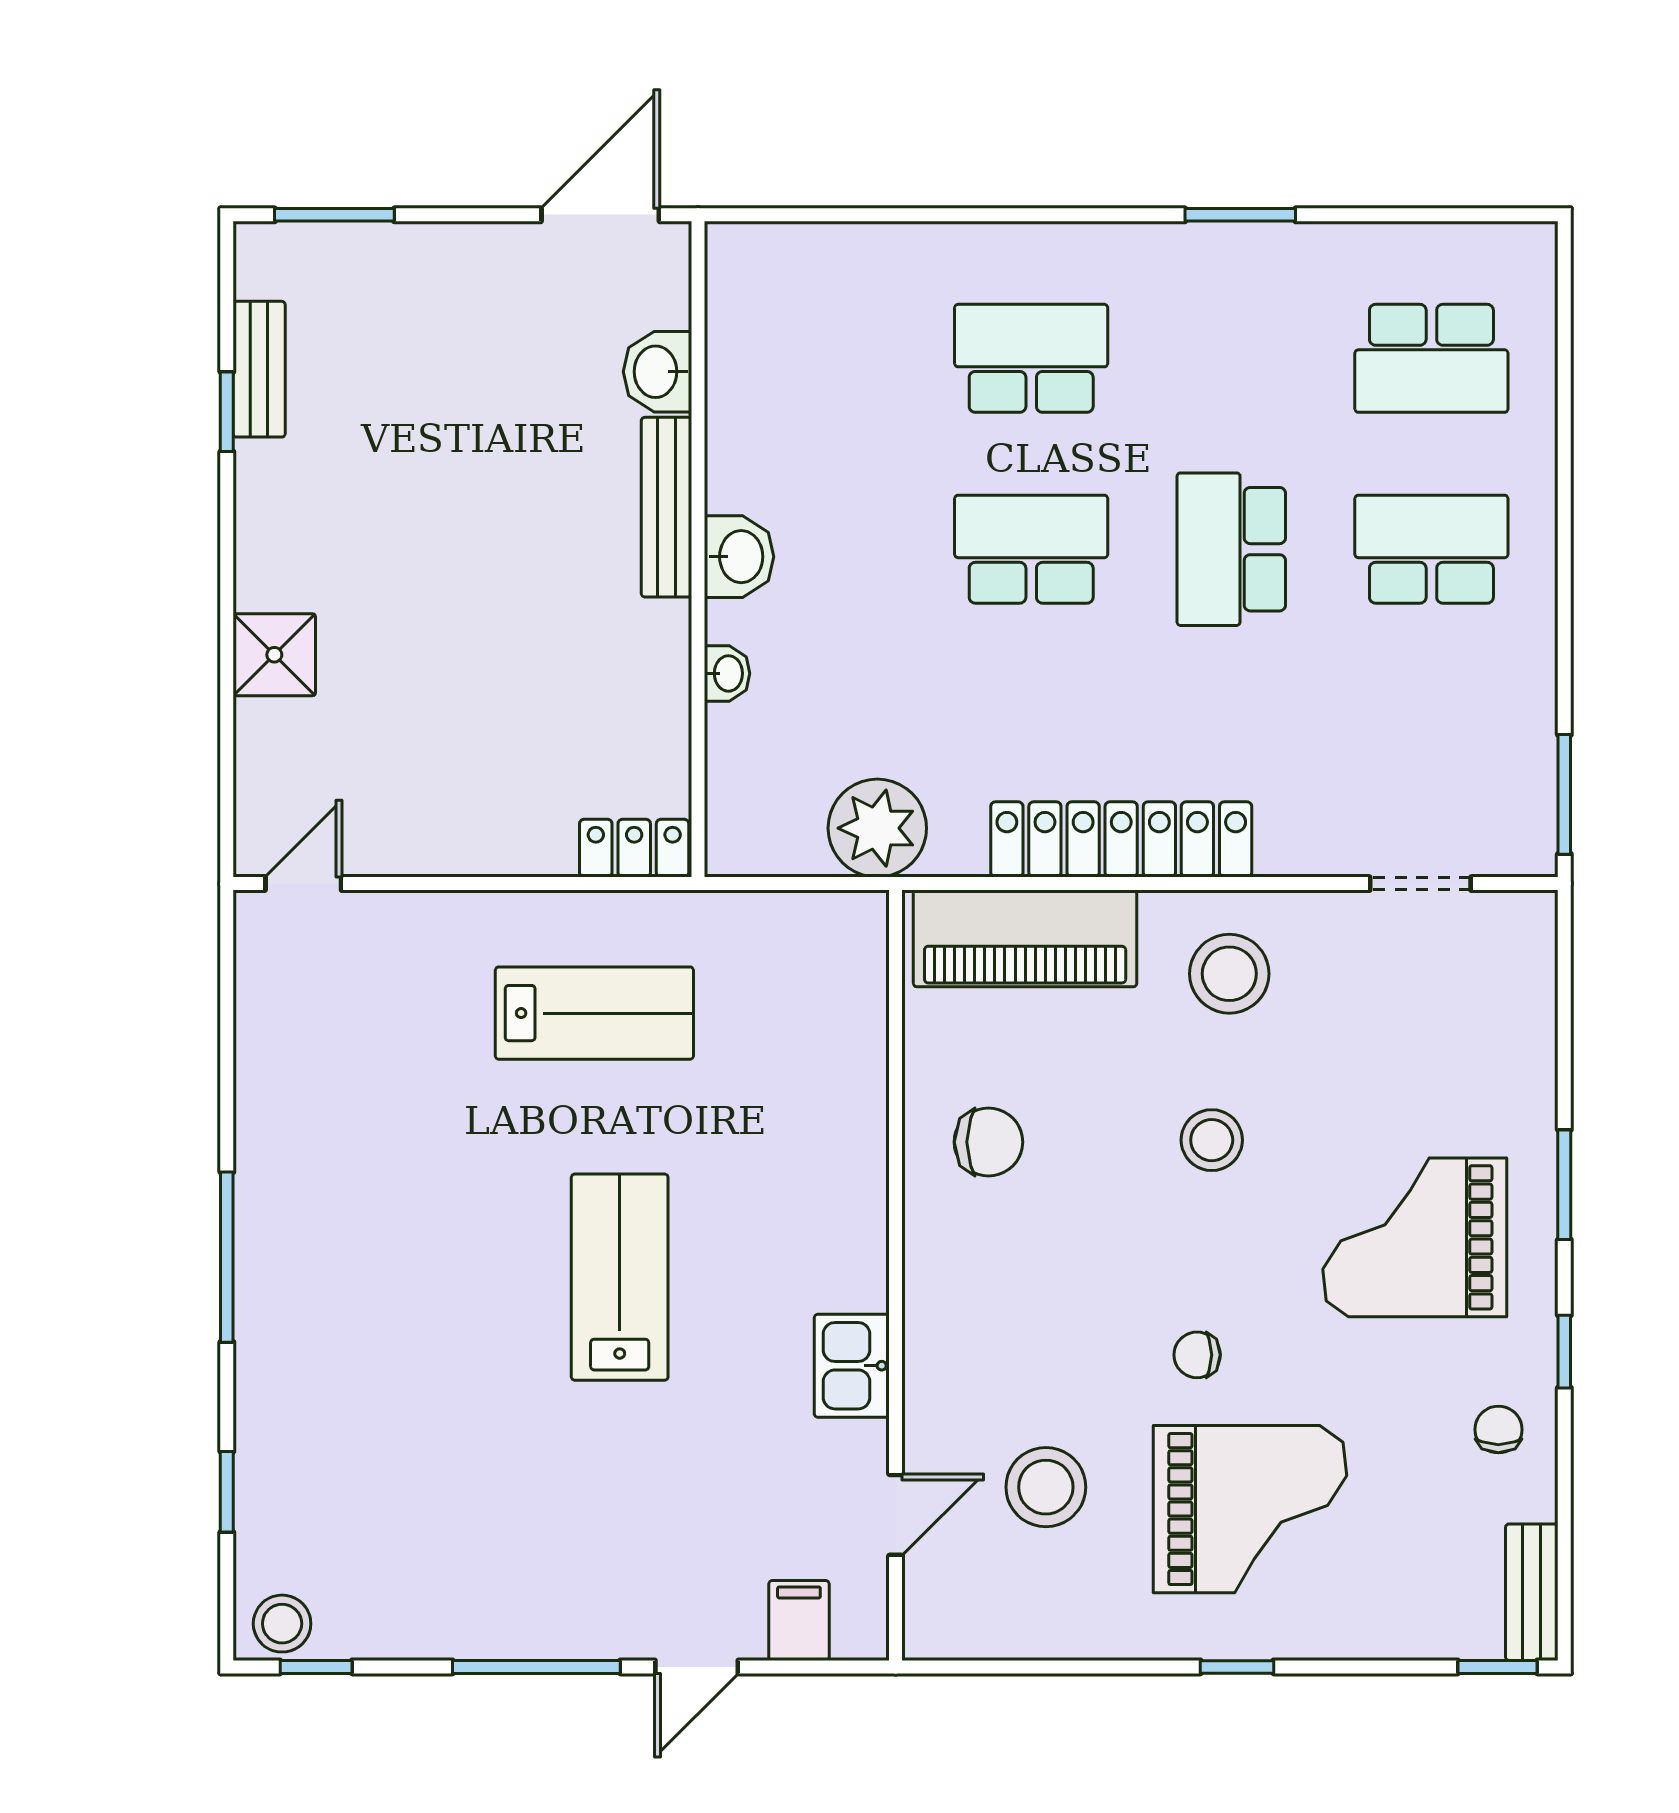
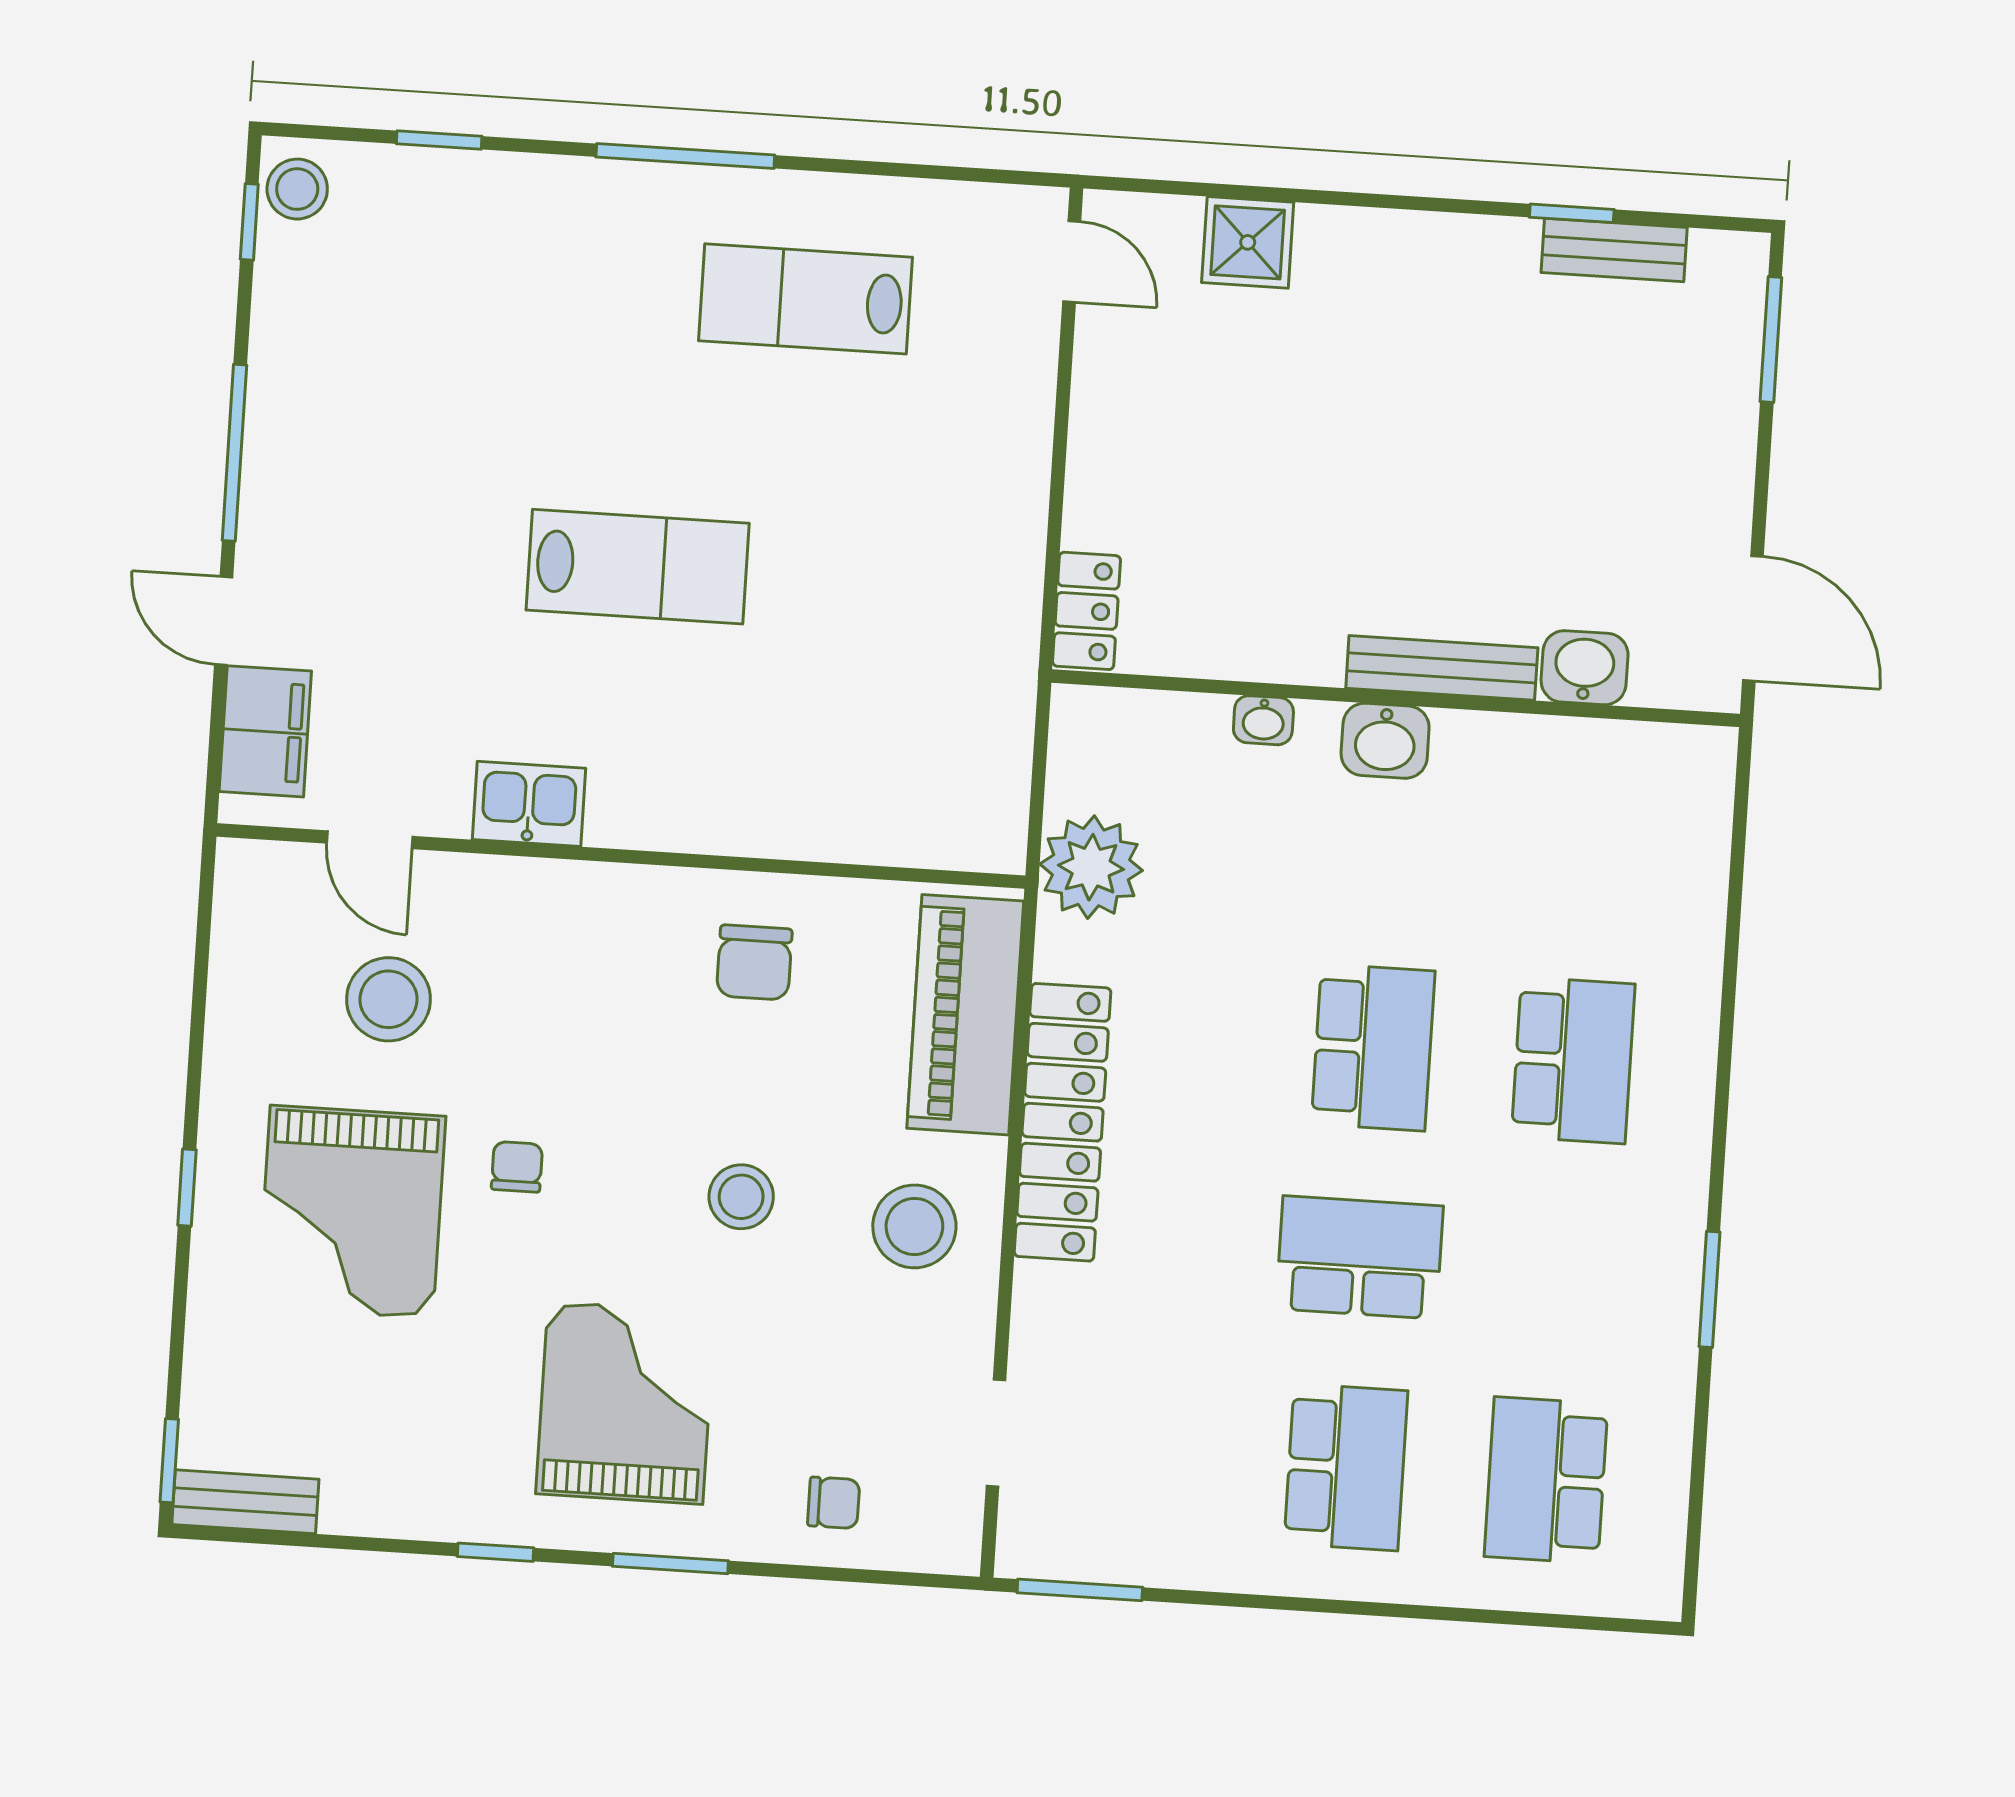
shower: (274, 655) -> (1248, 242), moved
lab bench: (594, 1013) -> (805, 299), moved, turned 90
chair: (1498, 1430) -> (834, 1503), moved
filing cabinet: (799, 1621) -> (265, 731), width x2.00

